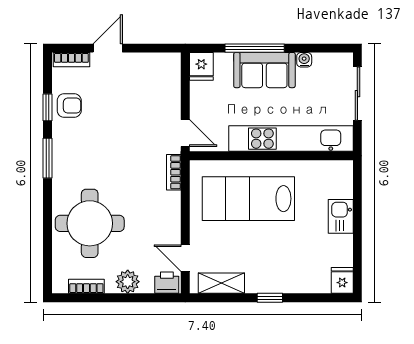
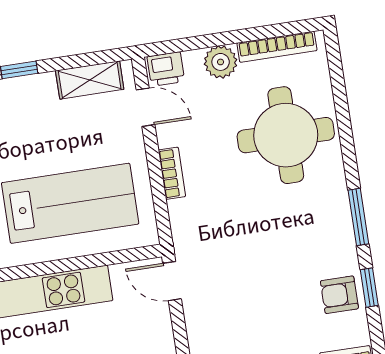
bookcase: (174, 172) -> (172, 173), moved
bookcase: (86, 286) -> (277, 47), width x1.56

